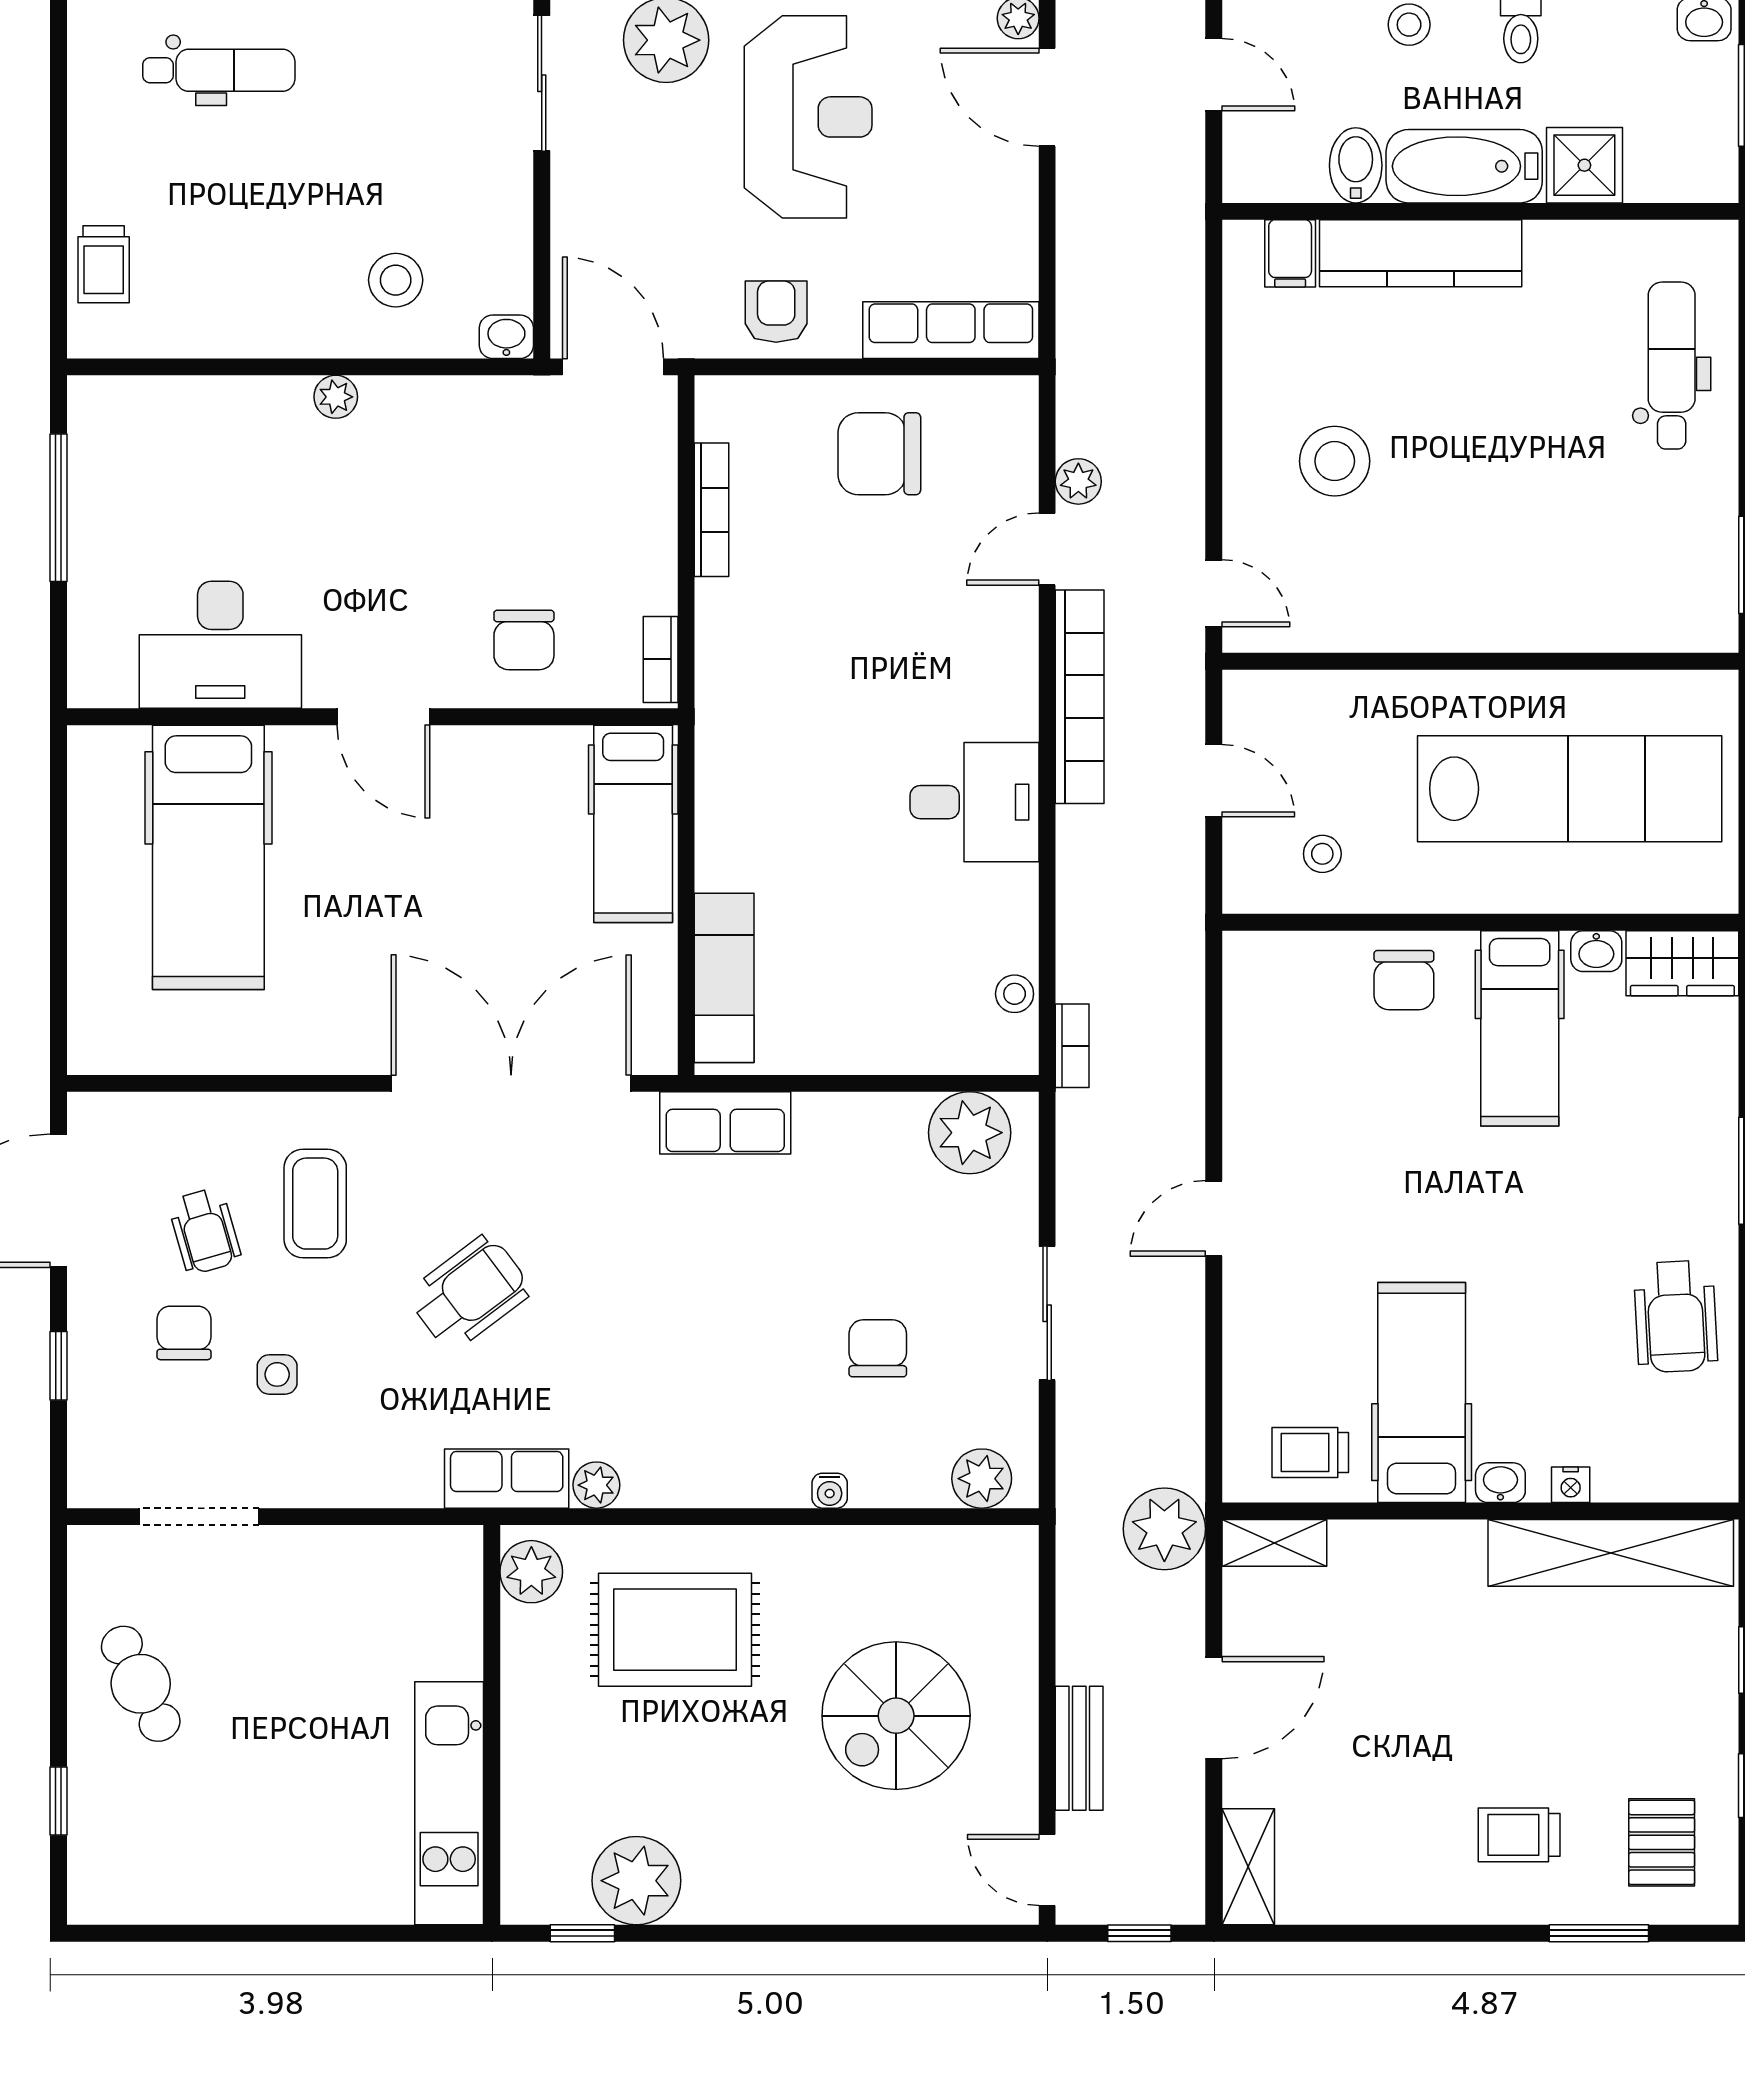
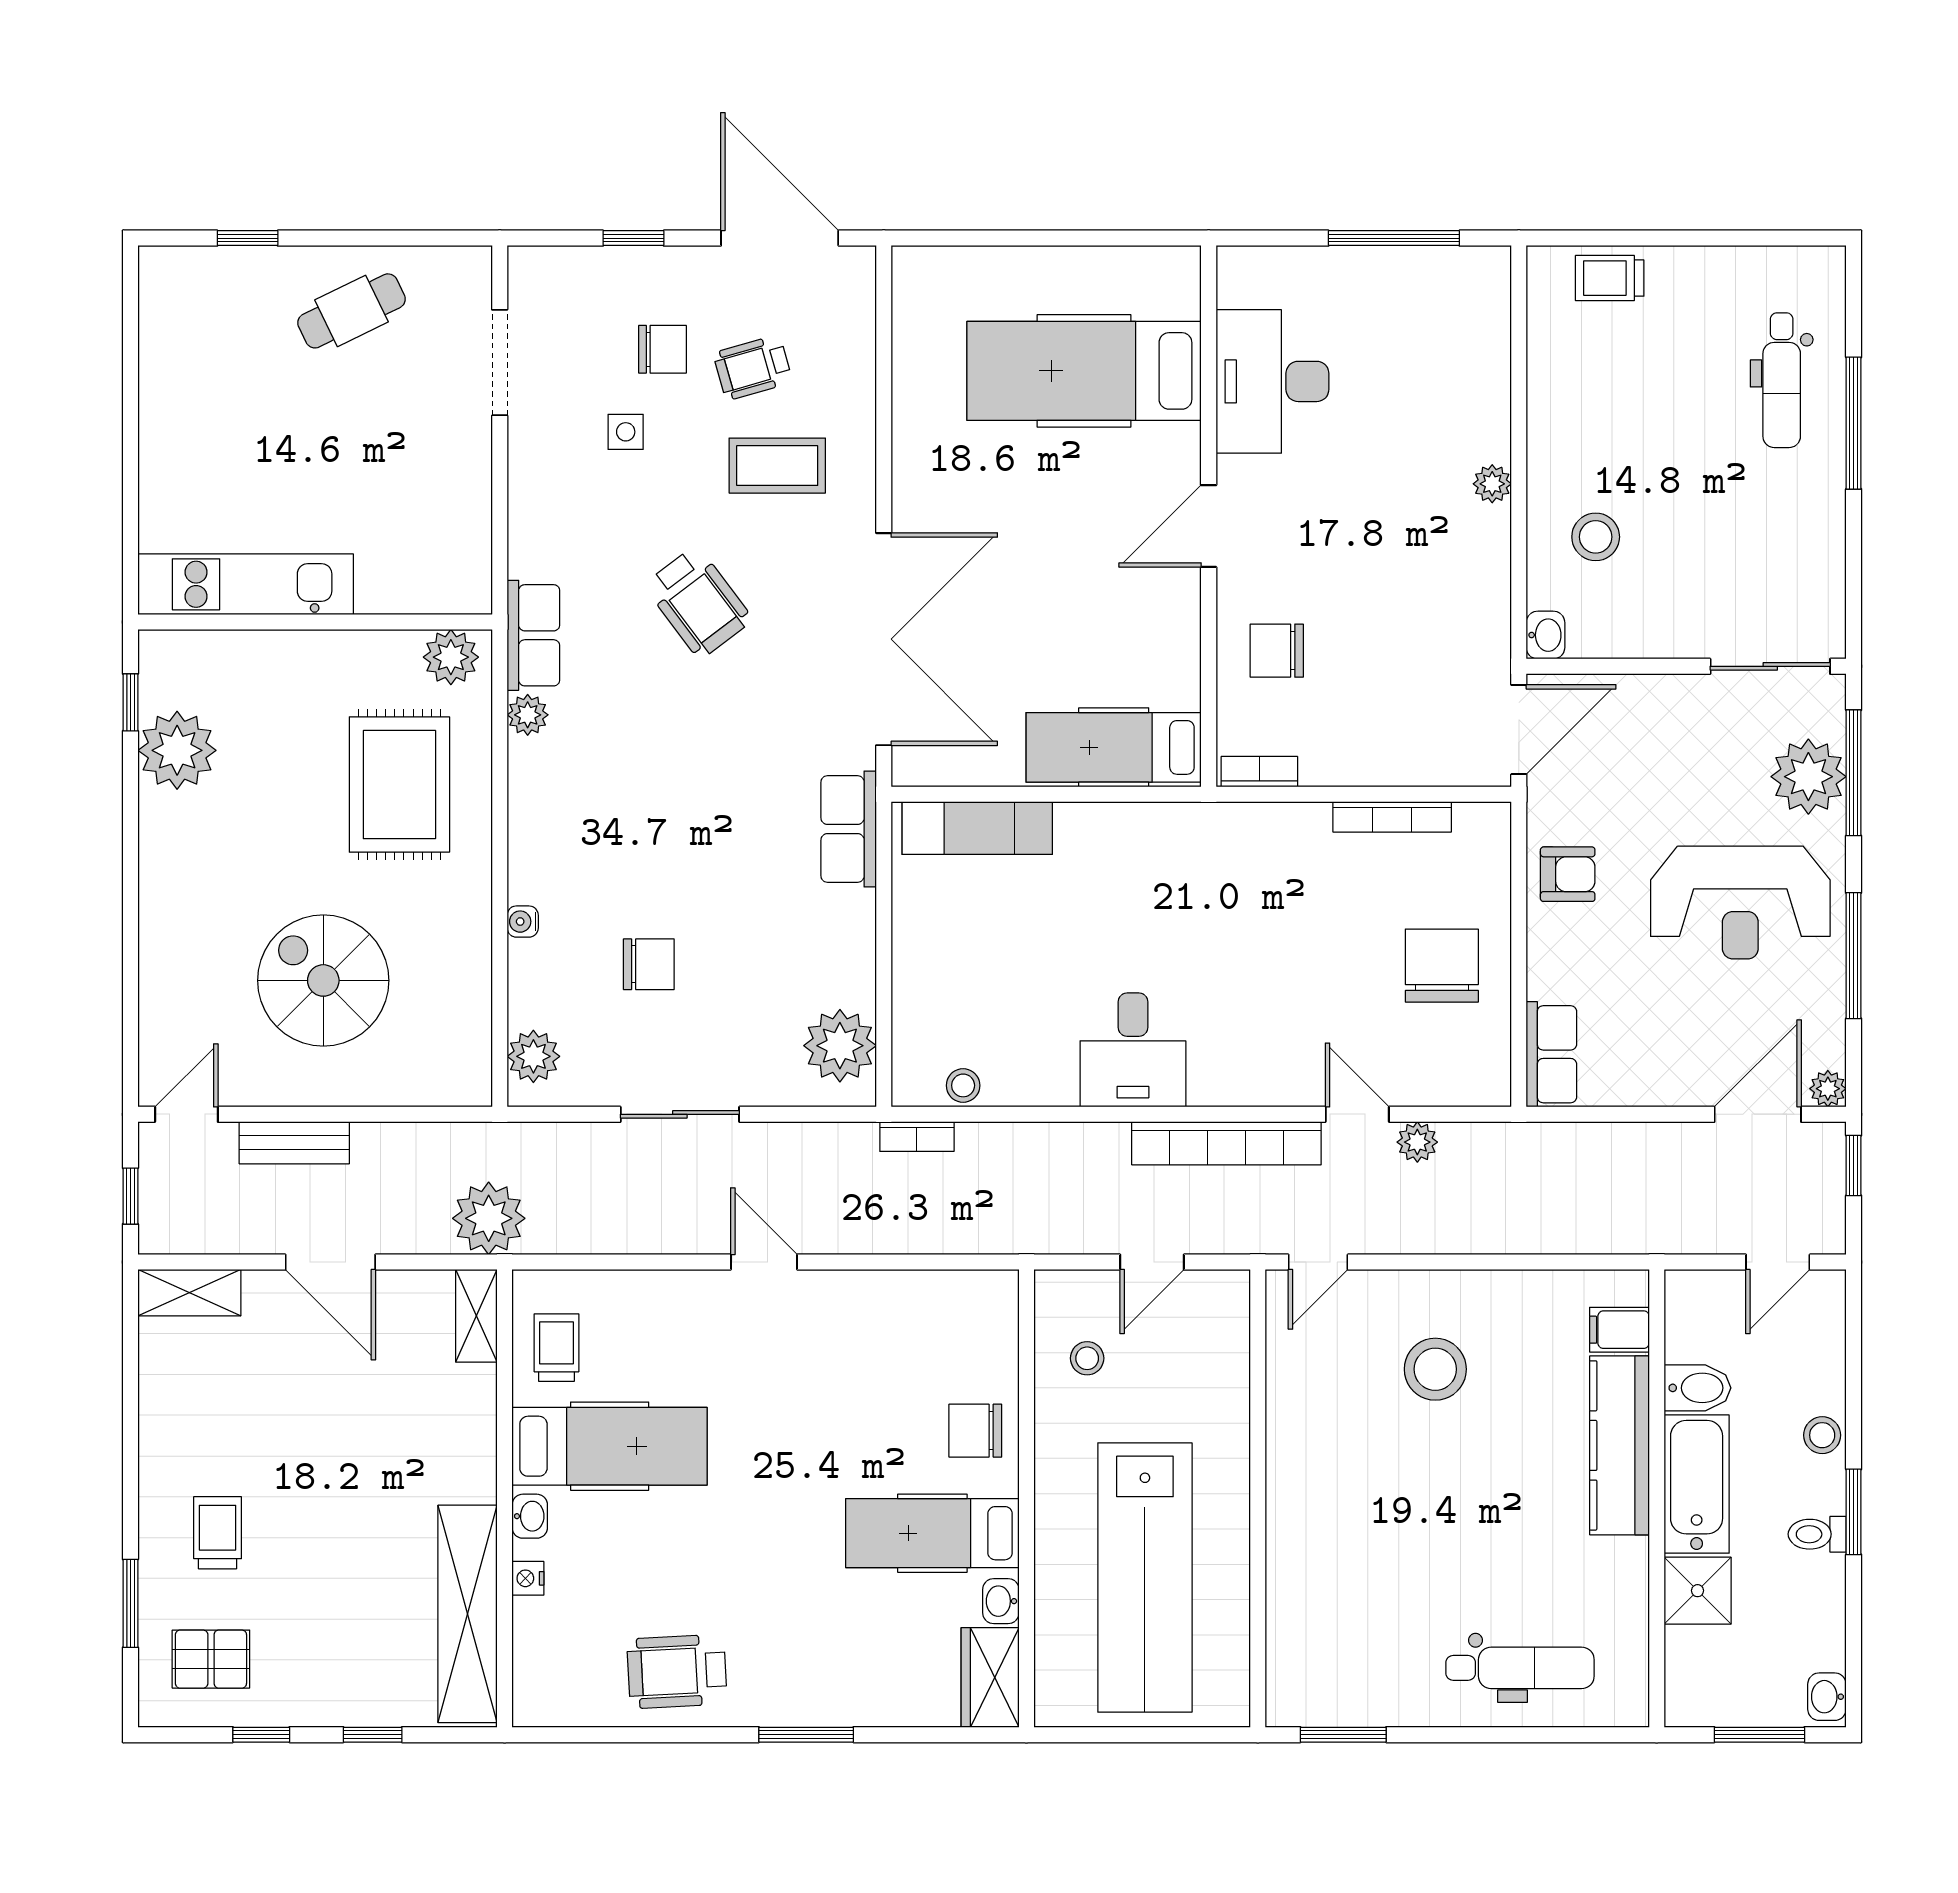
row of seats: (951, 330) -> (1551, 1054), width x0.68

